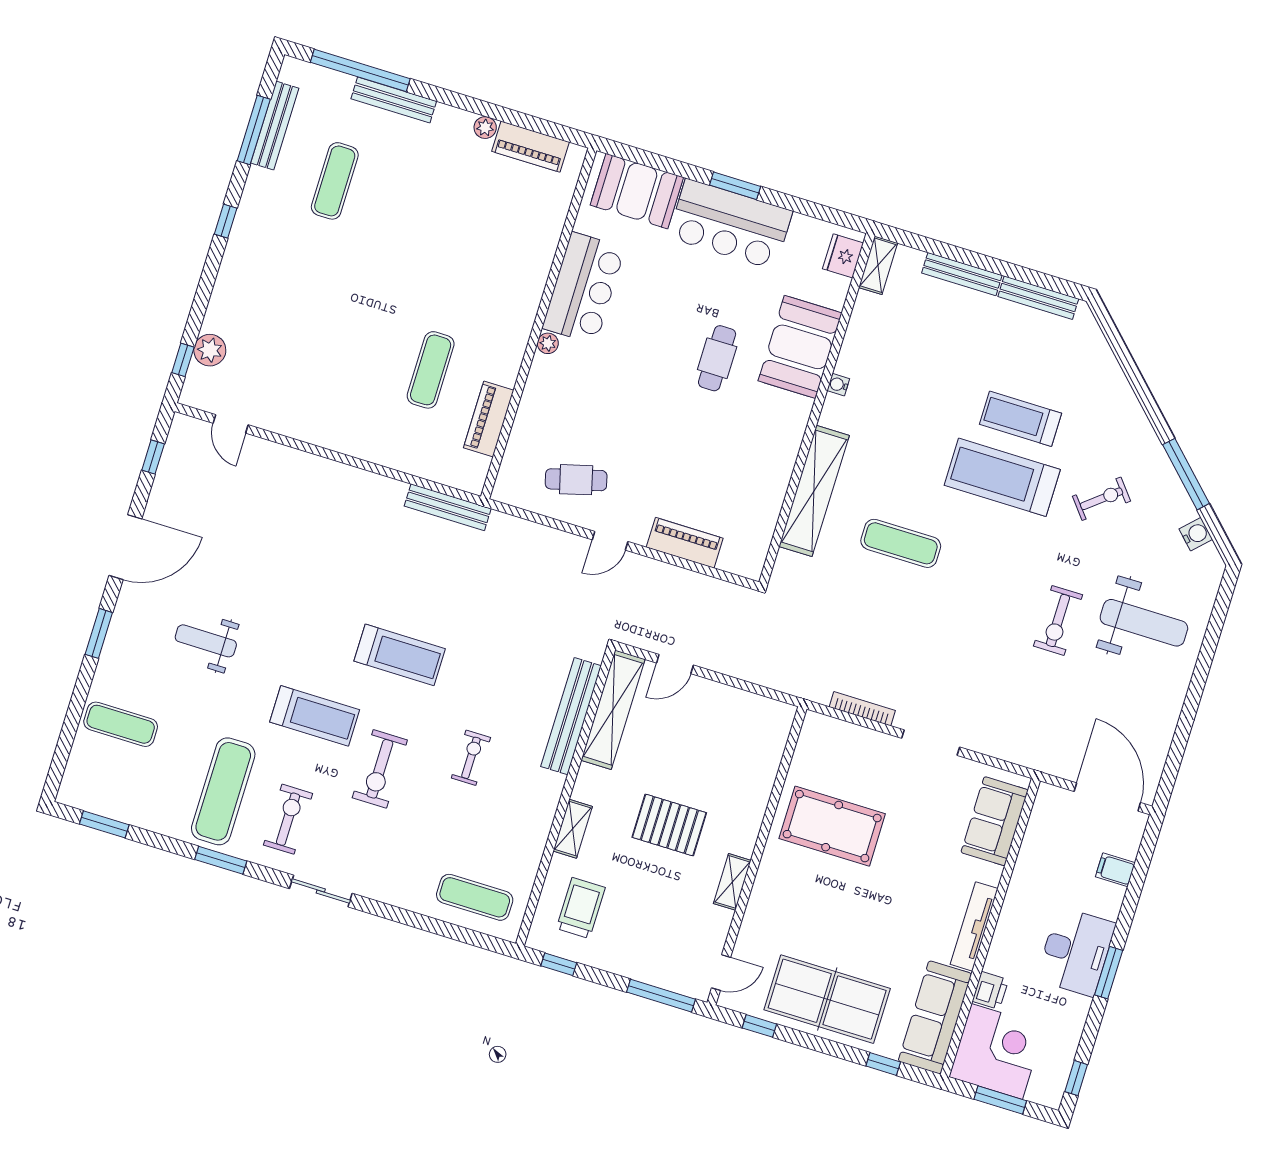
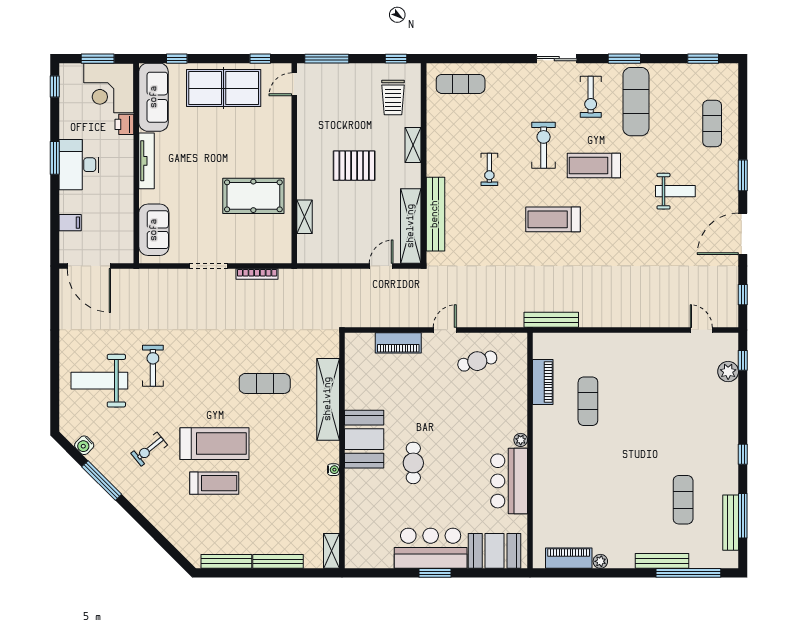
fridge: (843, 256) -> (355, 550), removed
booth: (800, 347) -> (364, 439), moved
exercise mat: (121, 724) -> (712, 124), turned 90
shelving: (732, 882) -> (304, 217), moved

